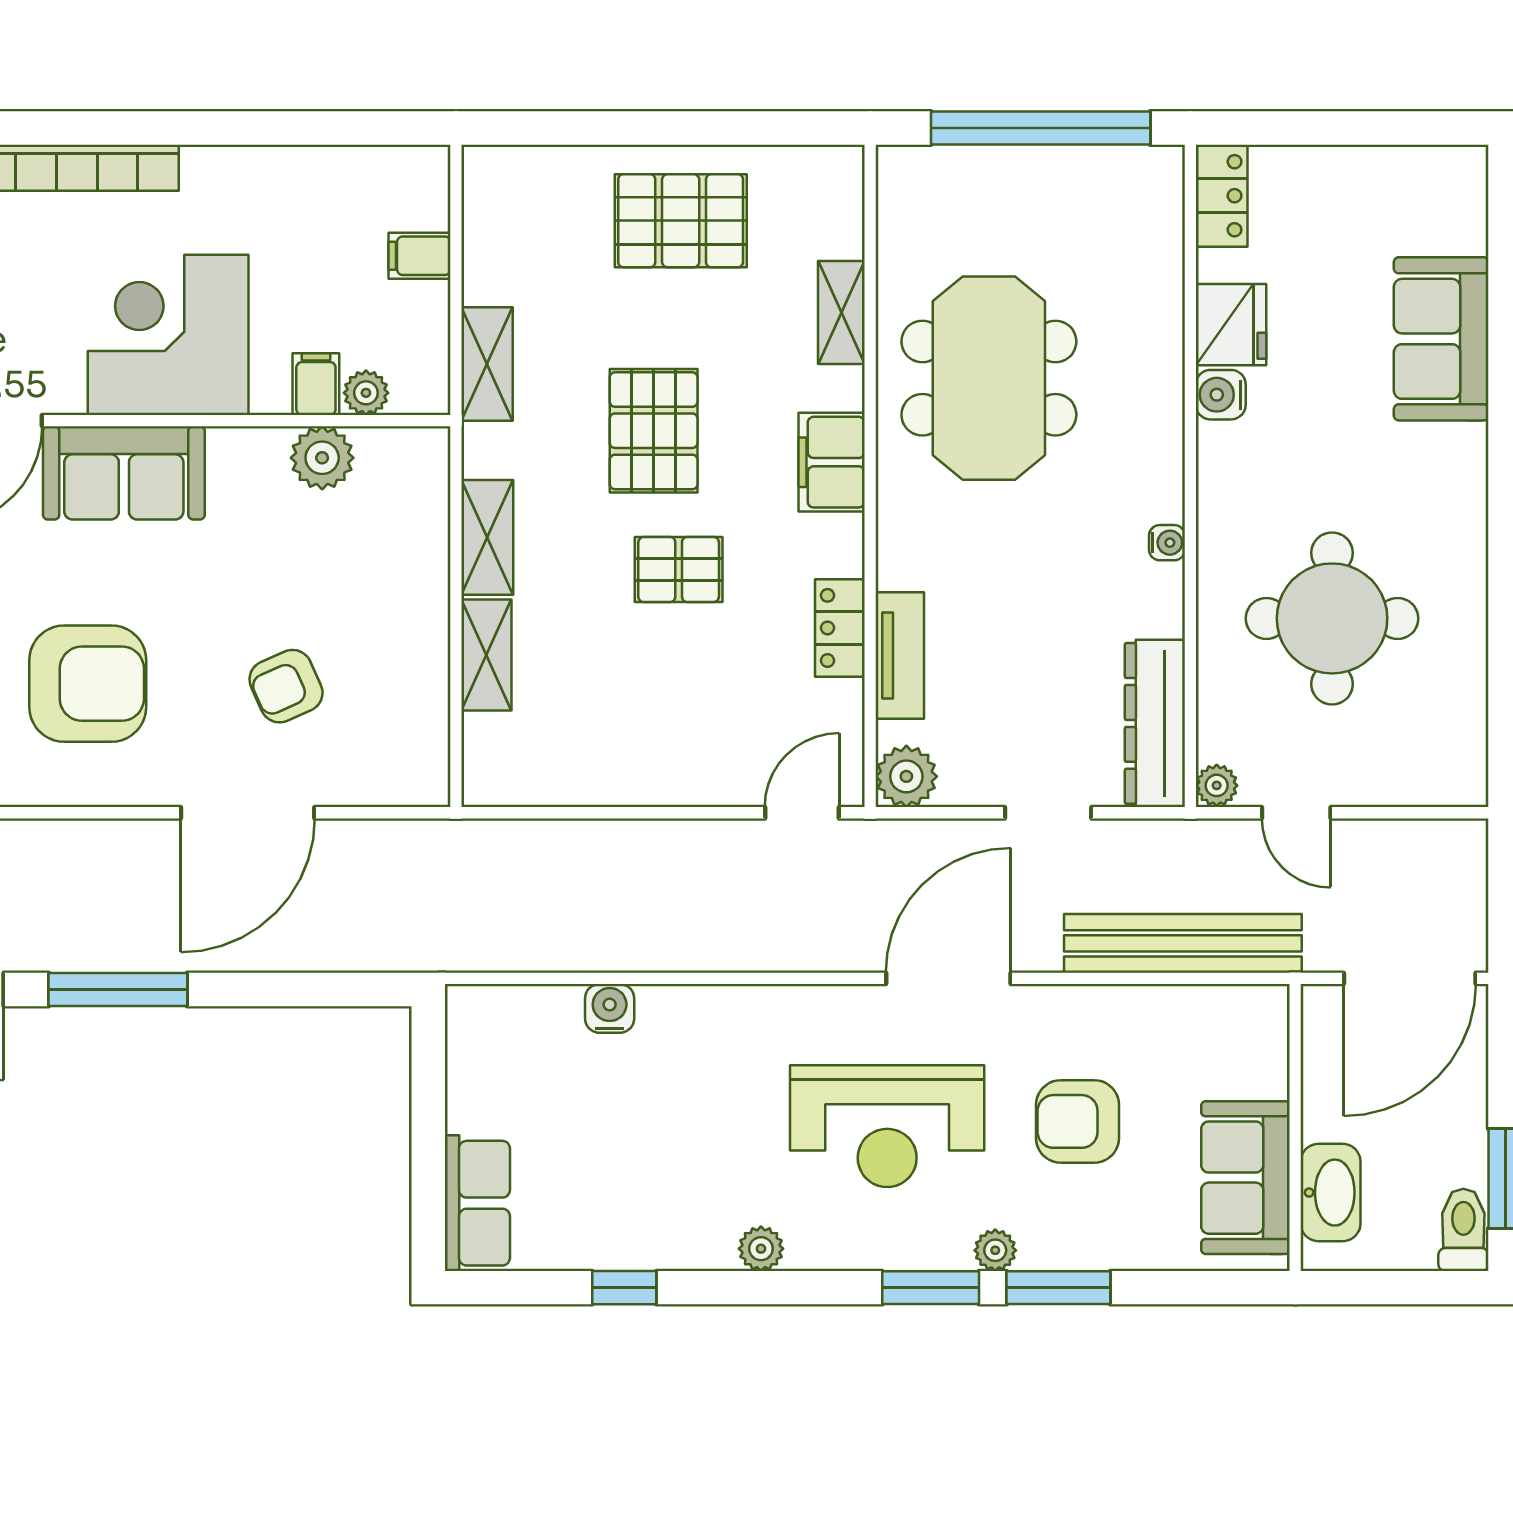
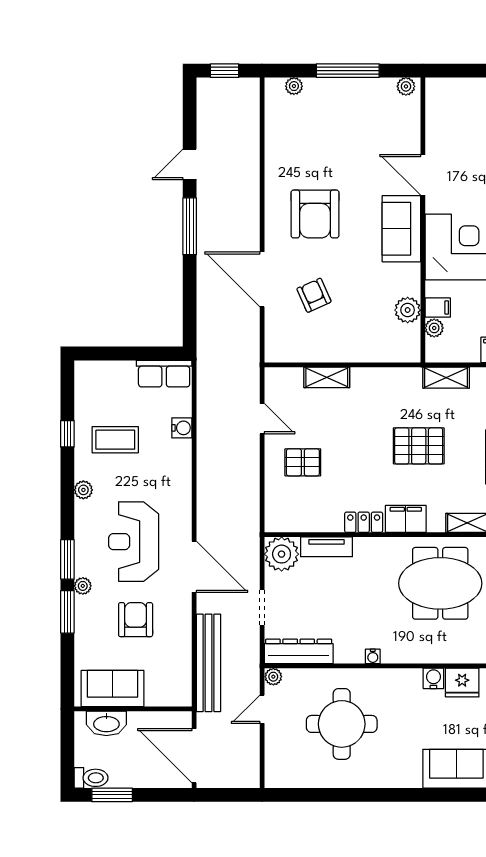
shelving: (487, 537) -> (375, 378), removed
pallet: (679, 569) -> (303, 462), moved, turned 90
locker: (840, 628) -> (364, 522), moved
plant: (906, 776) -> (282, 554), width x1.36, depth x1.36
door: (802, 813) -> (262, 419), moved
coffee table: (639, 1171) -> (115, 440), added
row of seats: (477, 1203) -> (164, 374), moved

